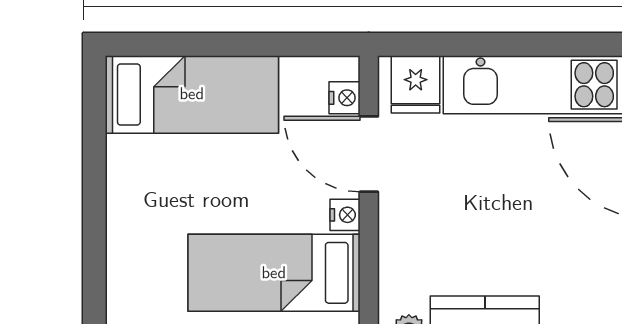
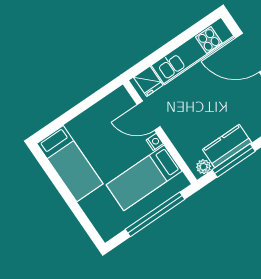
bed: (192, 94) -> (70, 164), moved, turned 90
nightstand: (345, 98) -> (127, 102), removed

